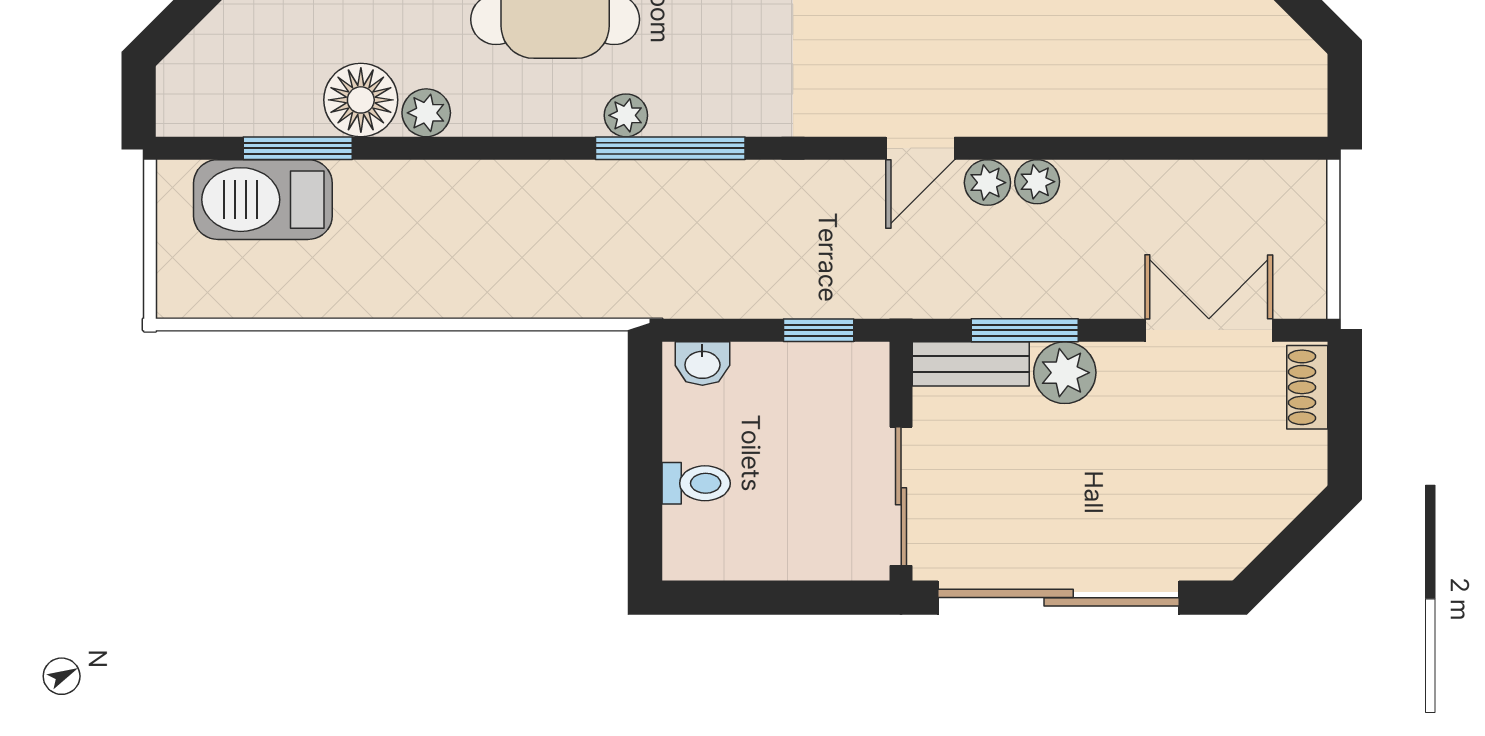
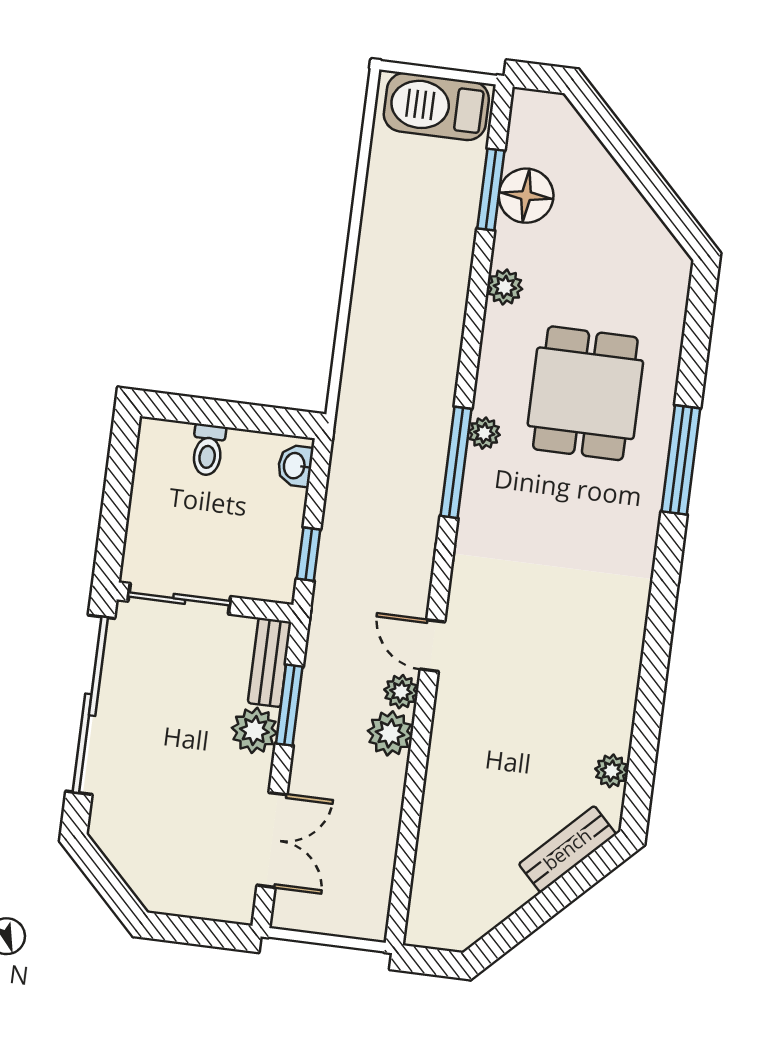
floor lamp: (361, 100) -> (526, 196), moved
plant: (1037, 182) -> (390, 733), width x1.38, depth x1.38
barbecue: (263, 200) -> (436, 106), moved, turned -90
shoe rack: (1307, 387) -> (221, 907), removed

